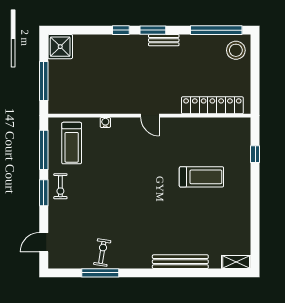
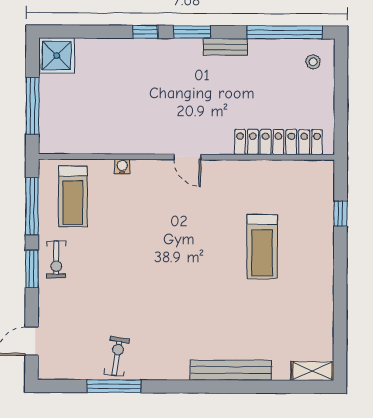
bench: (164, 40) -> (225, 47), moved
stool: (236, 50) -> (313, 62), width x0.53, depth x0.53
treadmill: (201, 177) -> (262, 246), turned 90

